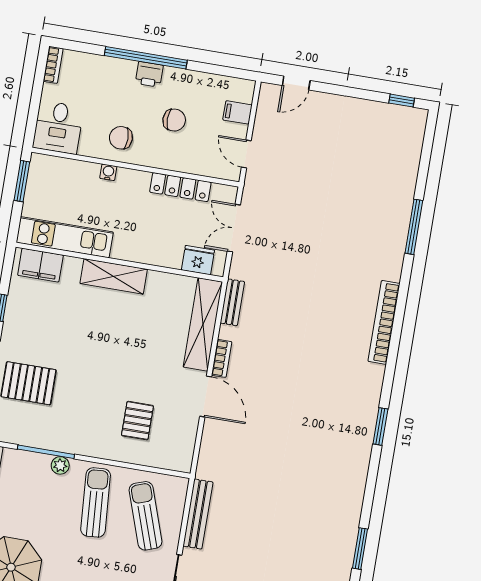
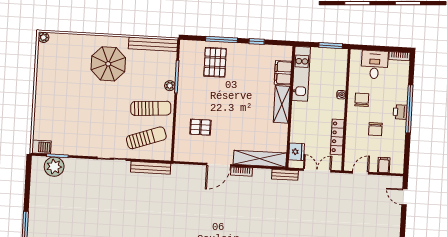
desk: (58, 127) -> (375, 65), moved, turned 90
filing cabinet: (40, 265) -> (283, 73), moved
bench: (232, 302) -> (285, 175), moved

